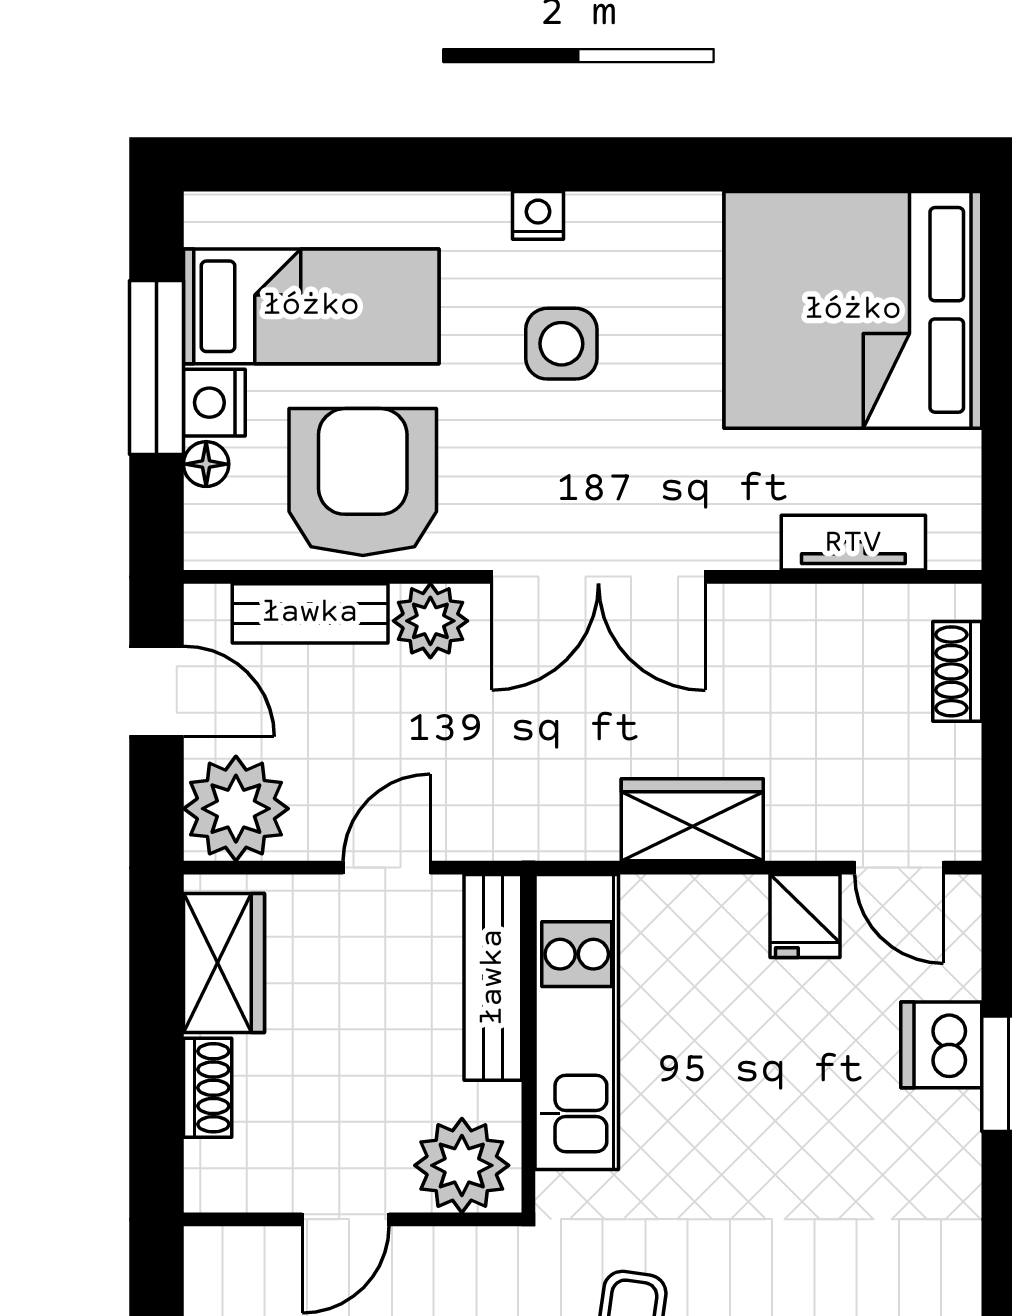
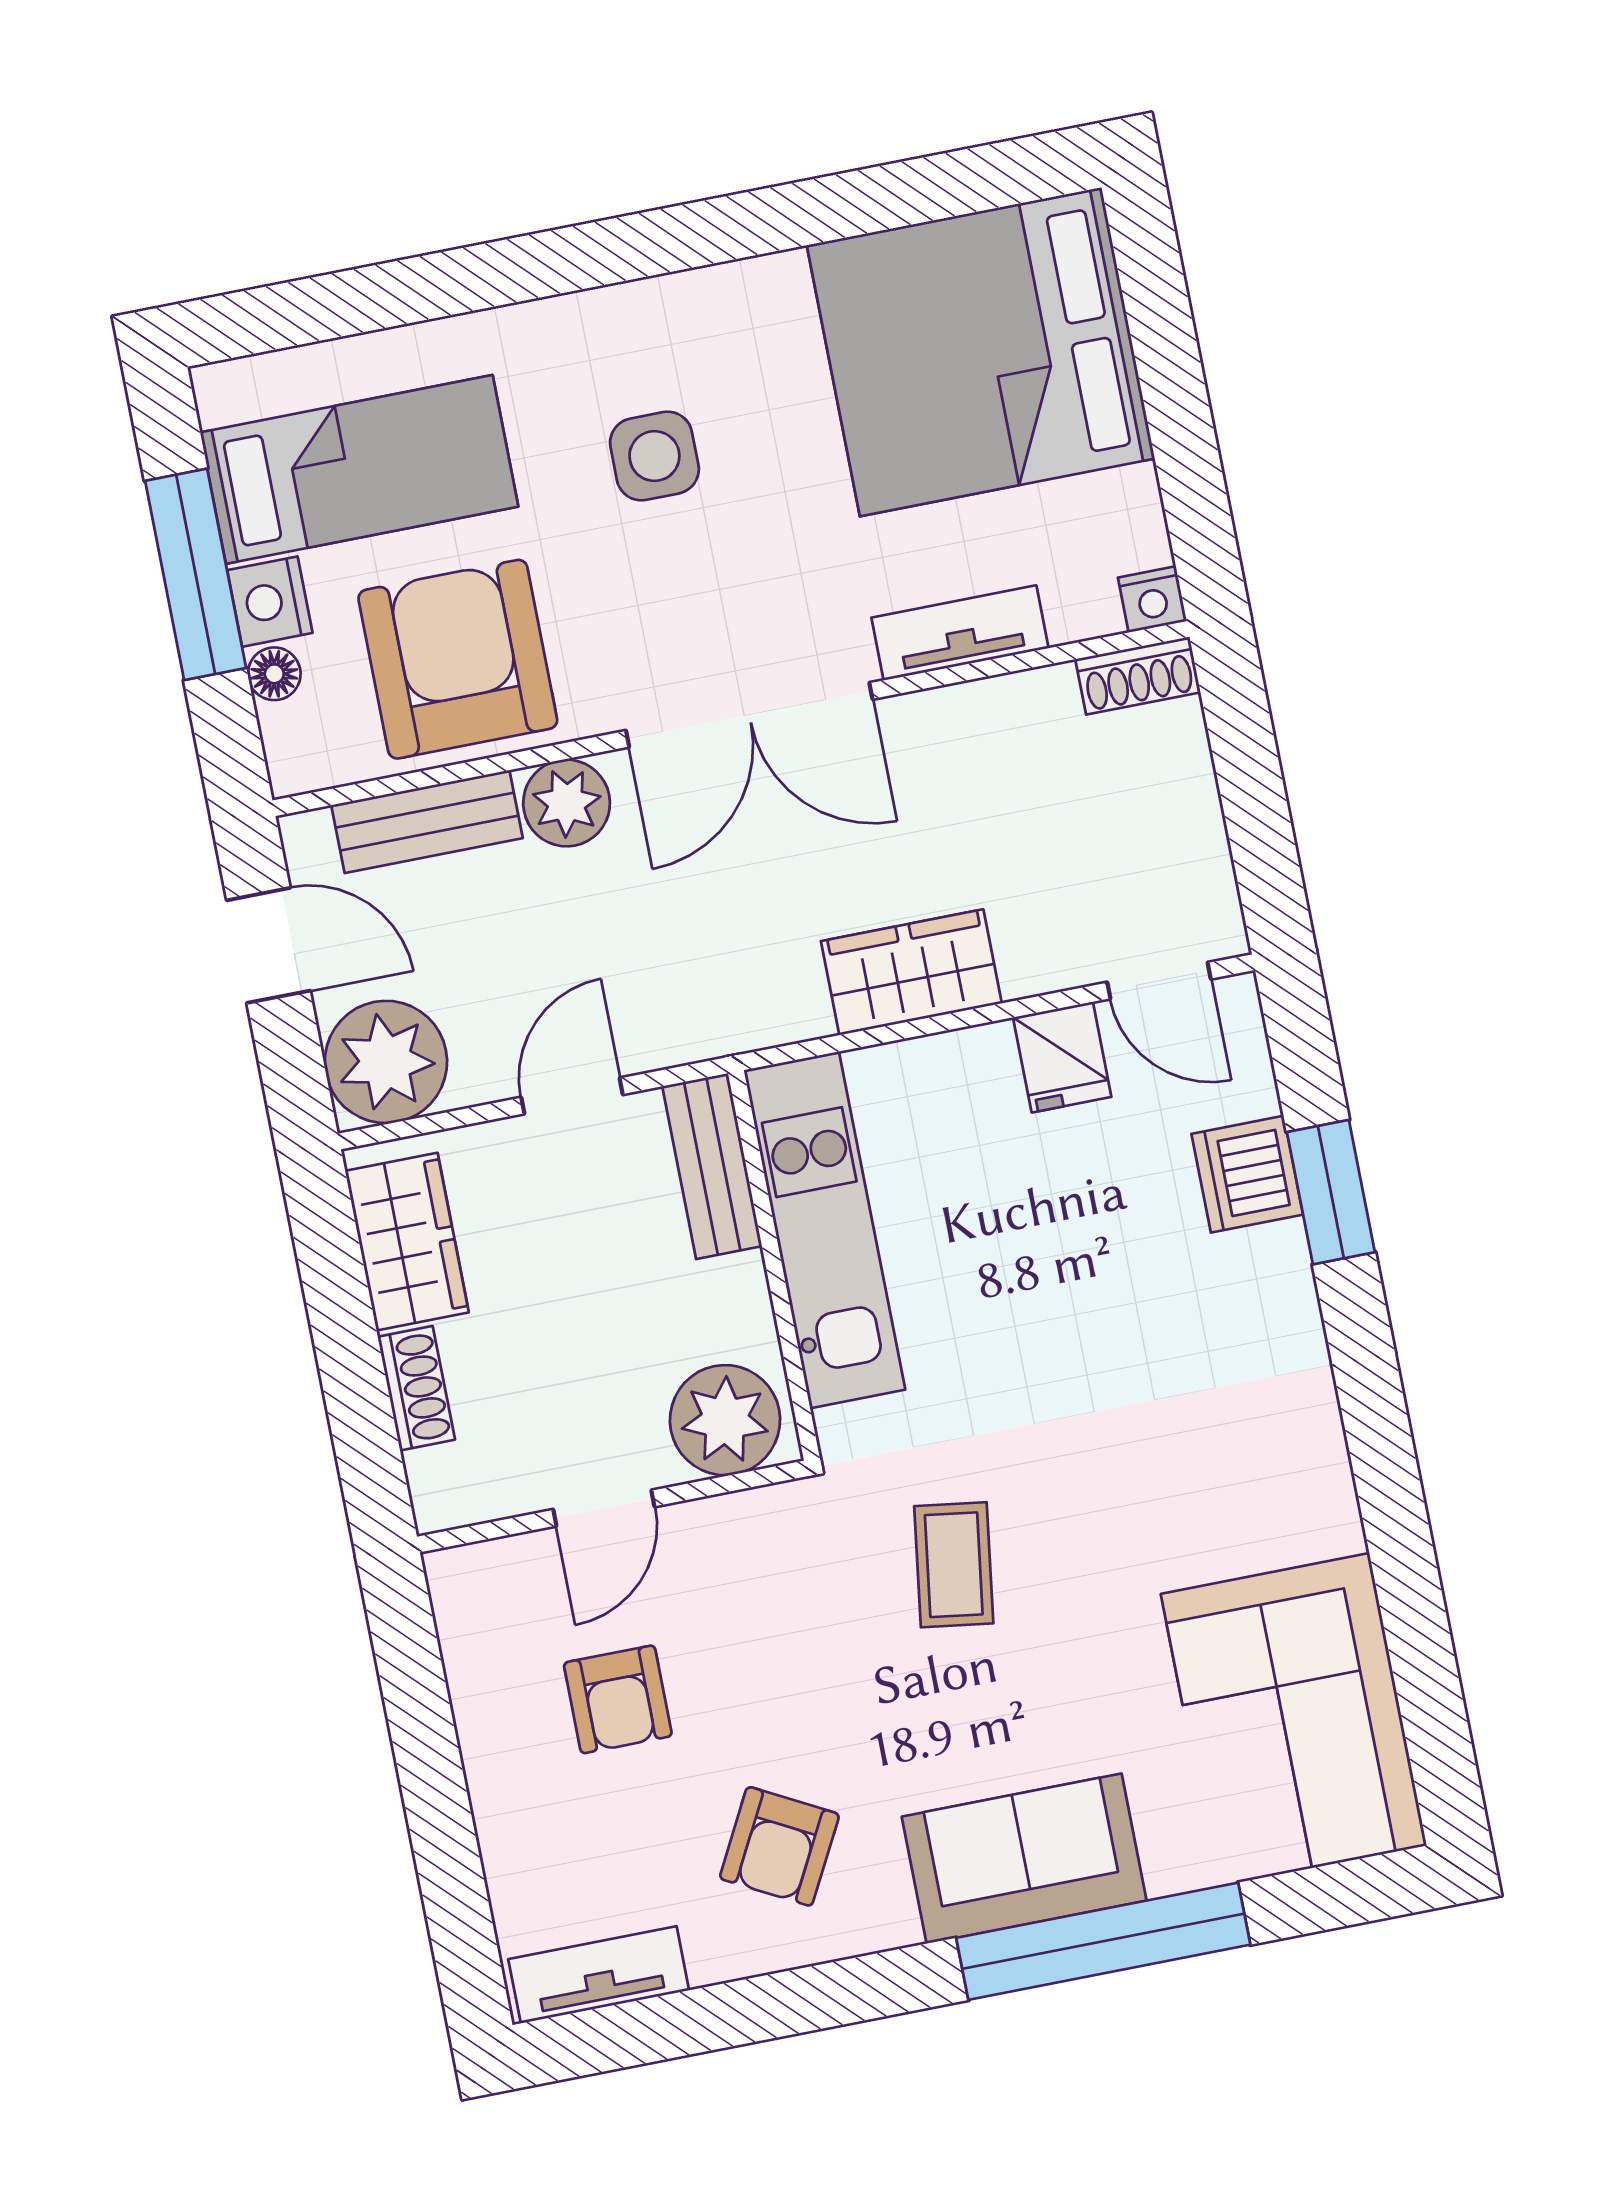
nightstand: (538, 215) -> (1152, 599), moved, turned 180
tv unit: (853, 543) -> (960, 633), moved
shoe rack: (957, 671) -> (1138, 676), moved, turned -90
bench: (493, 977) -> (712, 1166), width x0.73

